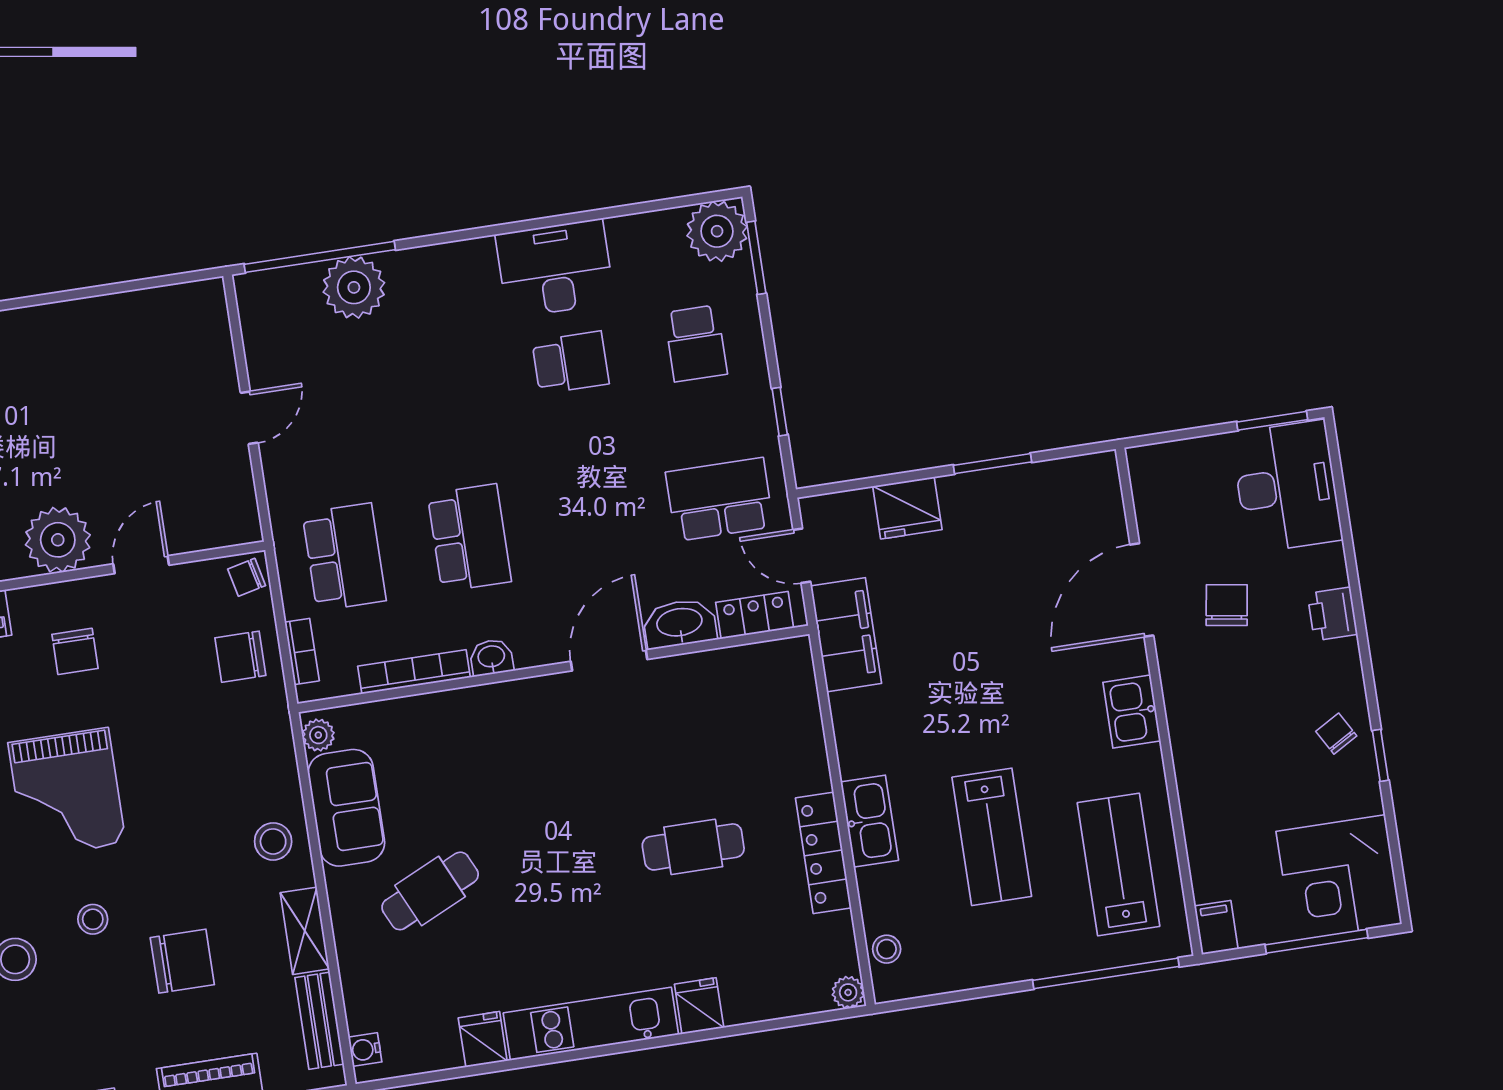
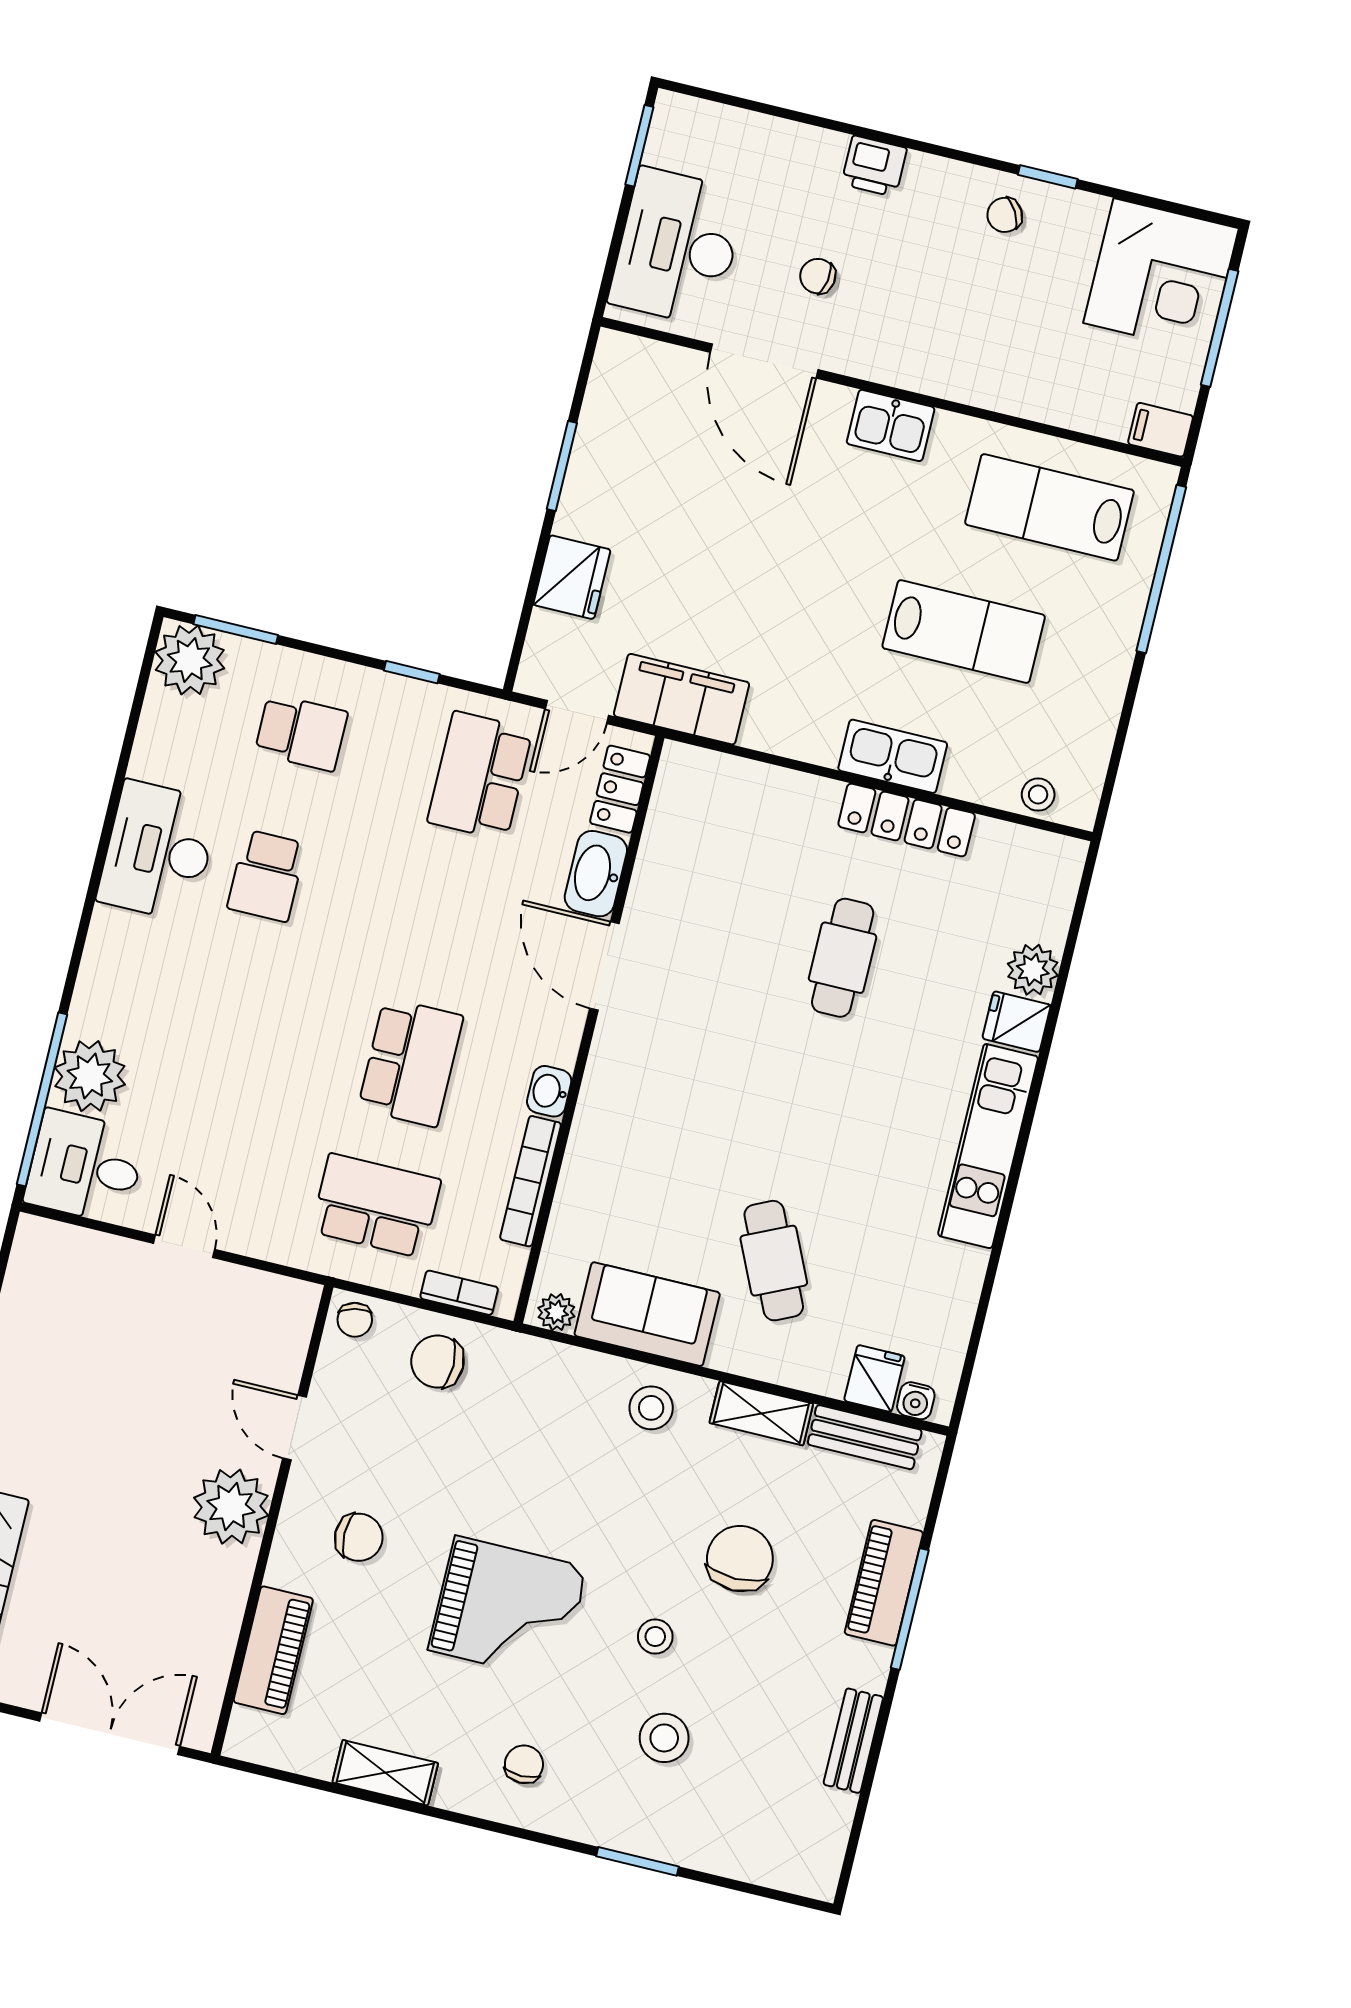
desk: (280, 313) -> (85, 1167), added
school desk: (571, 363) -> (267, 876), turned 180
desk: (1287, 487) -> (677, 247), moved, turned -90
school desk: (469, 538) -> (411, 1062), turned 90
chair: (1227, 605) -> (818, 276), width x0.73, depth x0.73
chair: (240, 657) -> (438, 1362), turned 90
plant: (848, 992) -> (1033, 970), moved, width x1.38, depth x1.38
fridge: (483, 1039) -> (874, 1378), moved, turned 90

